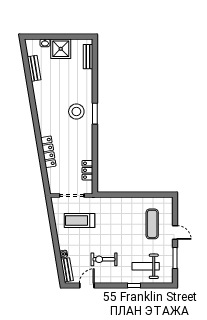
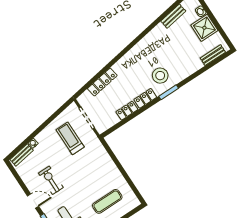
locker: (87, 136) -> (145, 98), added
locker: (48, 152) -> (102, 82), moved
locker: (87, 170) -> (127, 111), moved
door: (87, 285) -> (33, 201), moved

